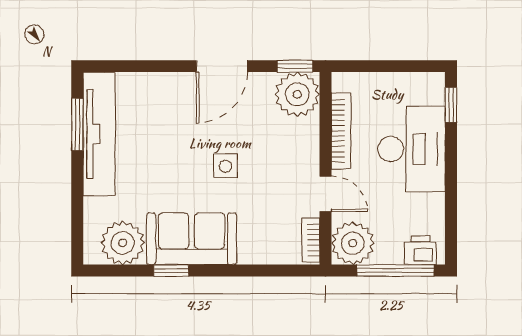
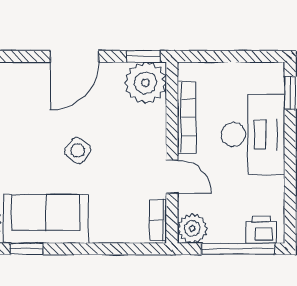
side table: (225, 166) -> (78, 151), turned 38
plant: (353, 243) -> (192, 228), width x0.73, depth x0.73

